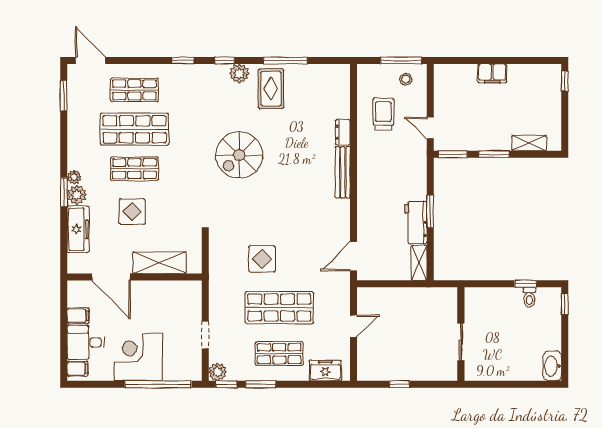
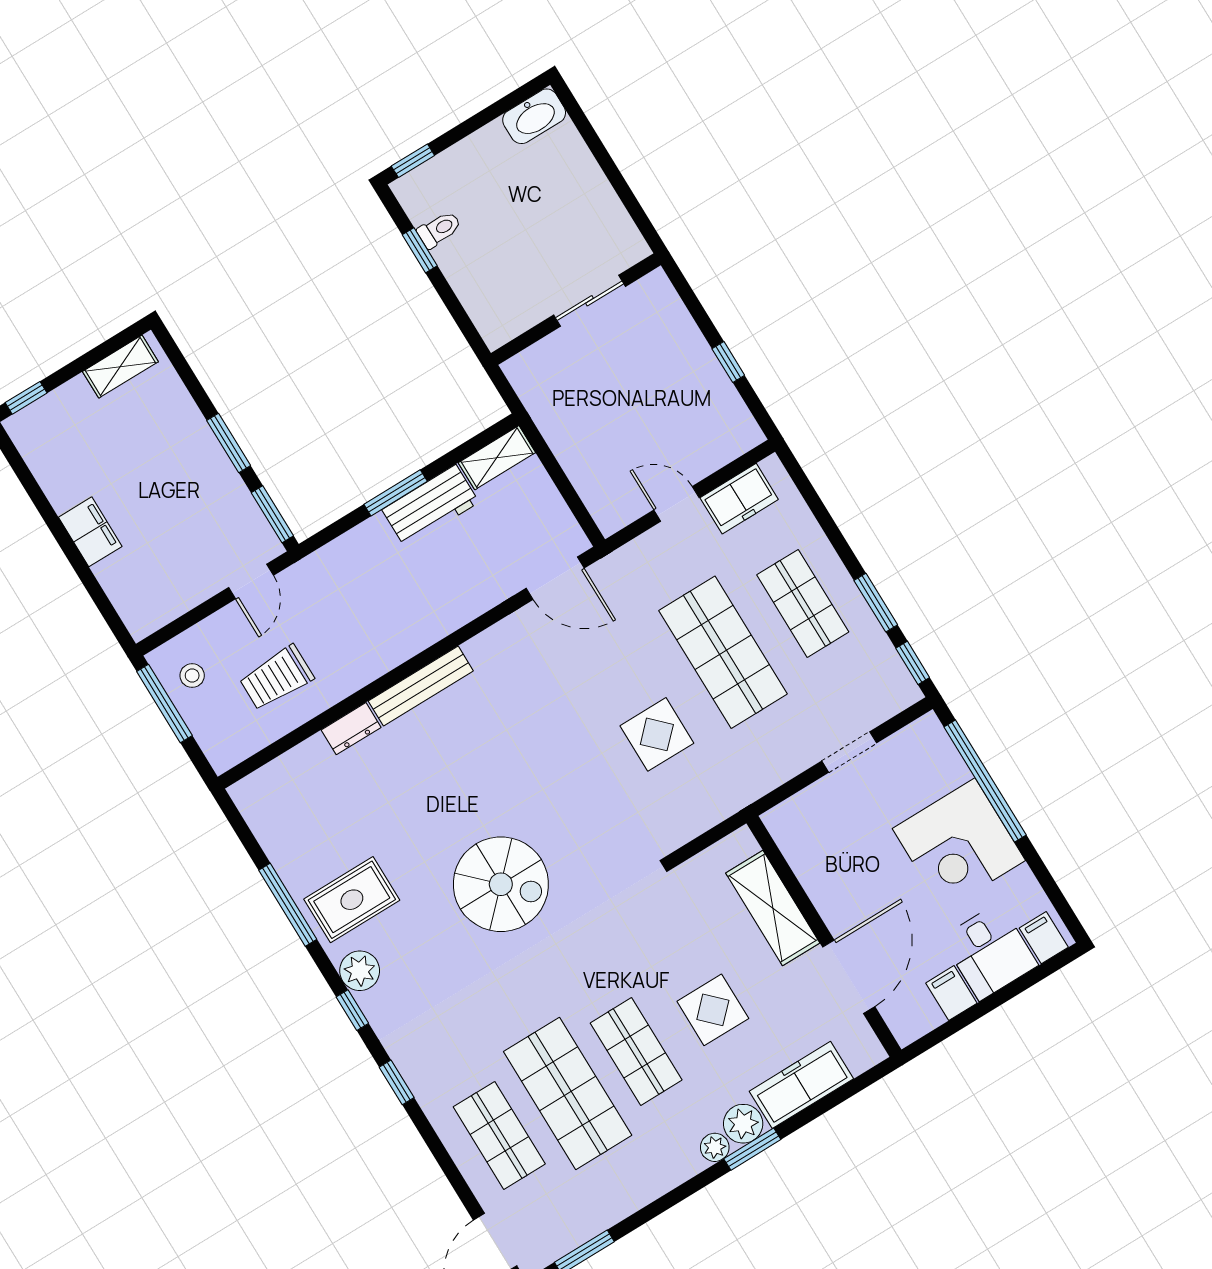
shelving: (529, 143) -> (120, 367), moved, turned 90
freezer: (325, 370) -> (739, 499), moved, turned -90
plant: (218, 372) -> (900, 691), removed

